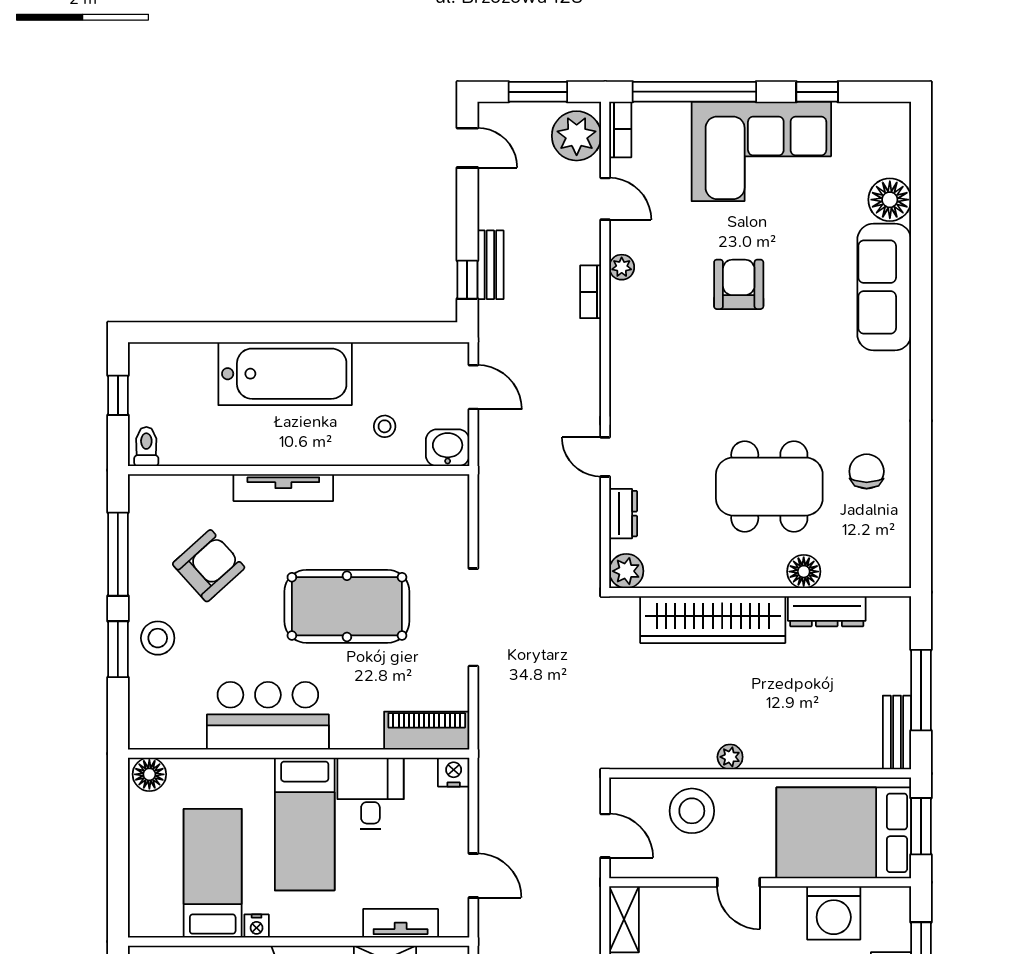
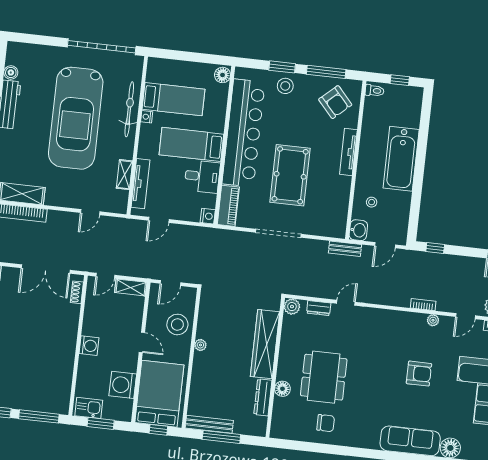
bench: (490, 265) -> (345, 249), moved
armchair: (209, 566) -> (335, 102), moved
bar counter: (268, 716) -> (243, 133), width x1.86
bench: (897, 732) -> (209, 424), width x1.36
window: (921, 826) -> (158, 430), width x0.67
door: (739, 882) -> (142, 342), swing flipped
tv unit: (401, 923) -> (140, 184), width x1.41

